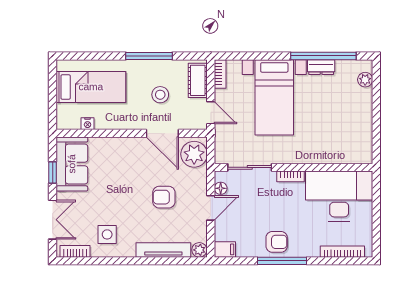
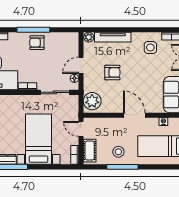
stool: (160, 95) -> (118, 152), moved
door: (162, 133) -> (134, 115), moved
filing cabinet: (225, 249) -> (72, 37), removed

